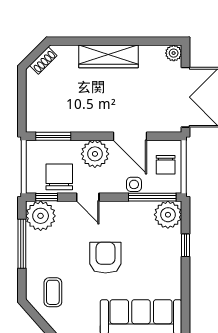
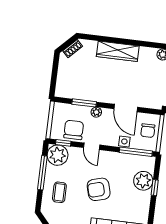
window: (53, 136) -> (84, 103), moved
plant: (95, 154) -> (96, 112), width x0.53, depth x0.53
plant: (168, 215) -> (143, 181), moved
armchair: (105, 258) -> (99, 189), turned -106
coffee table: (53, 292) -> (59, 192), moved

